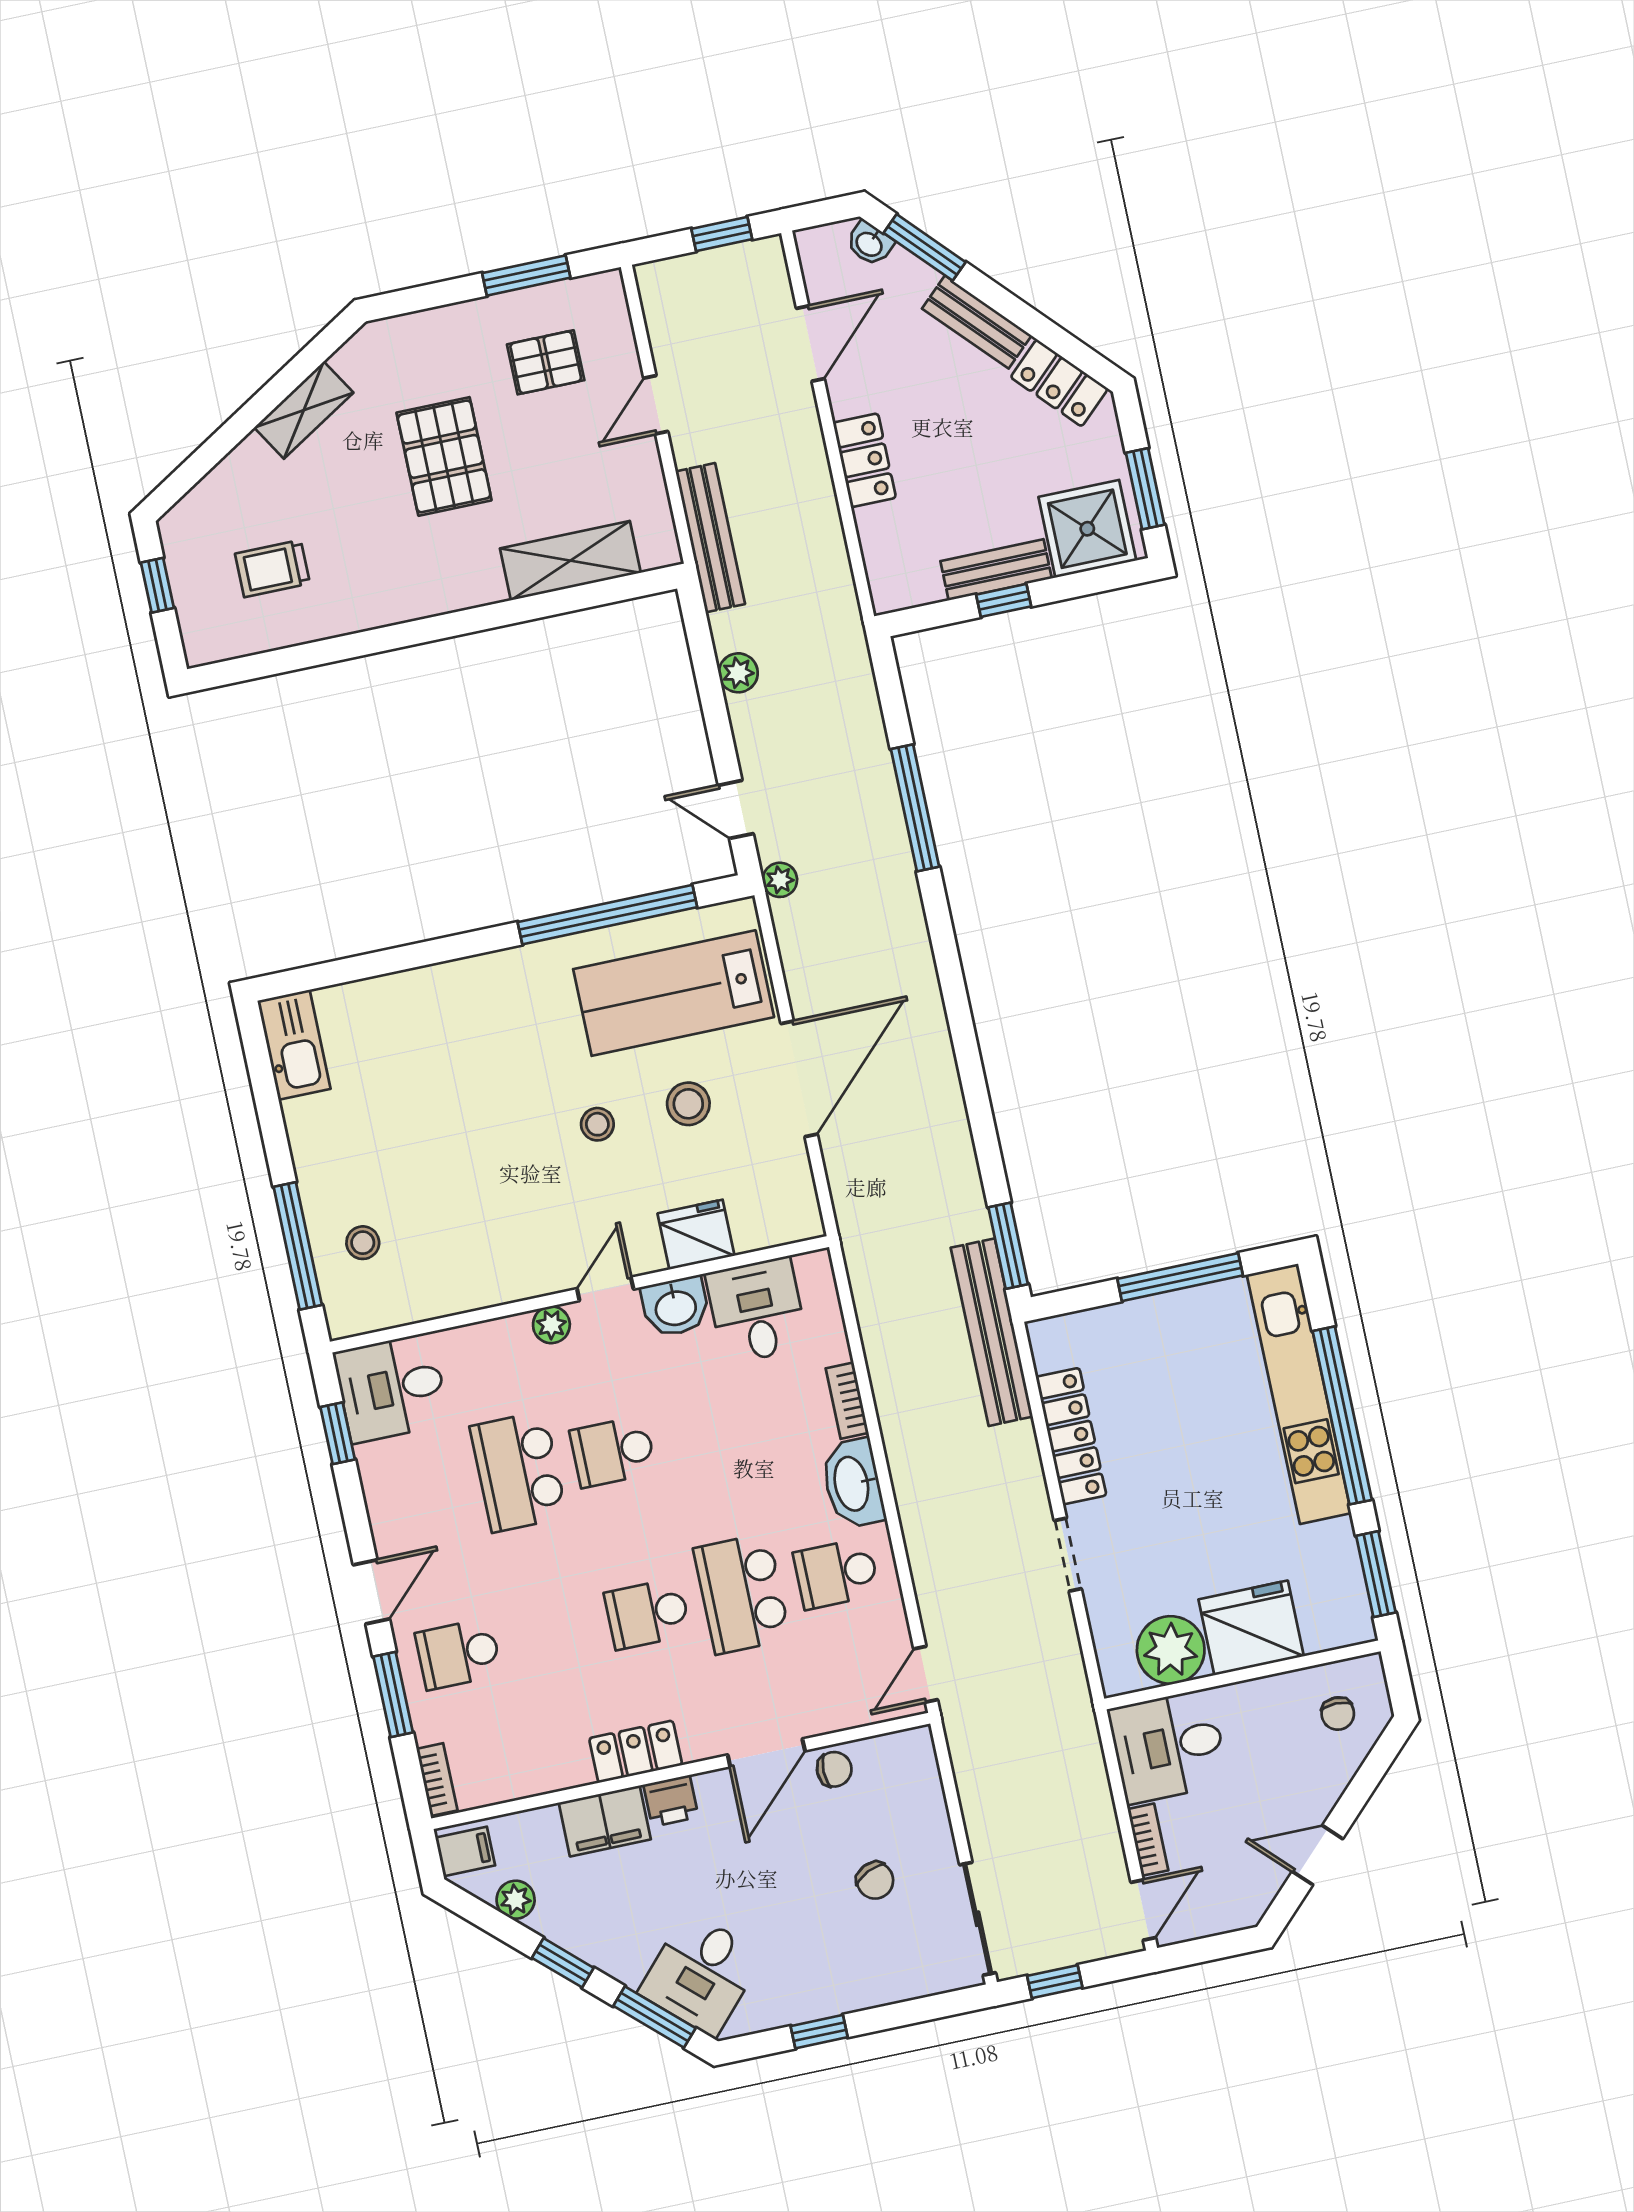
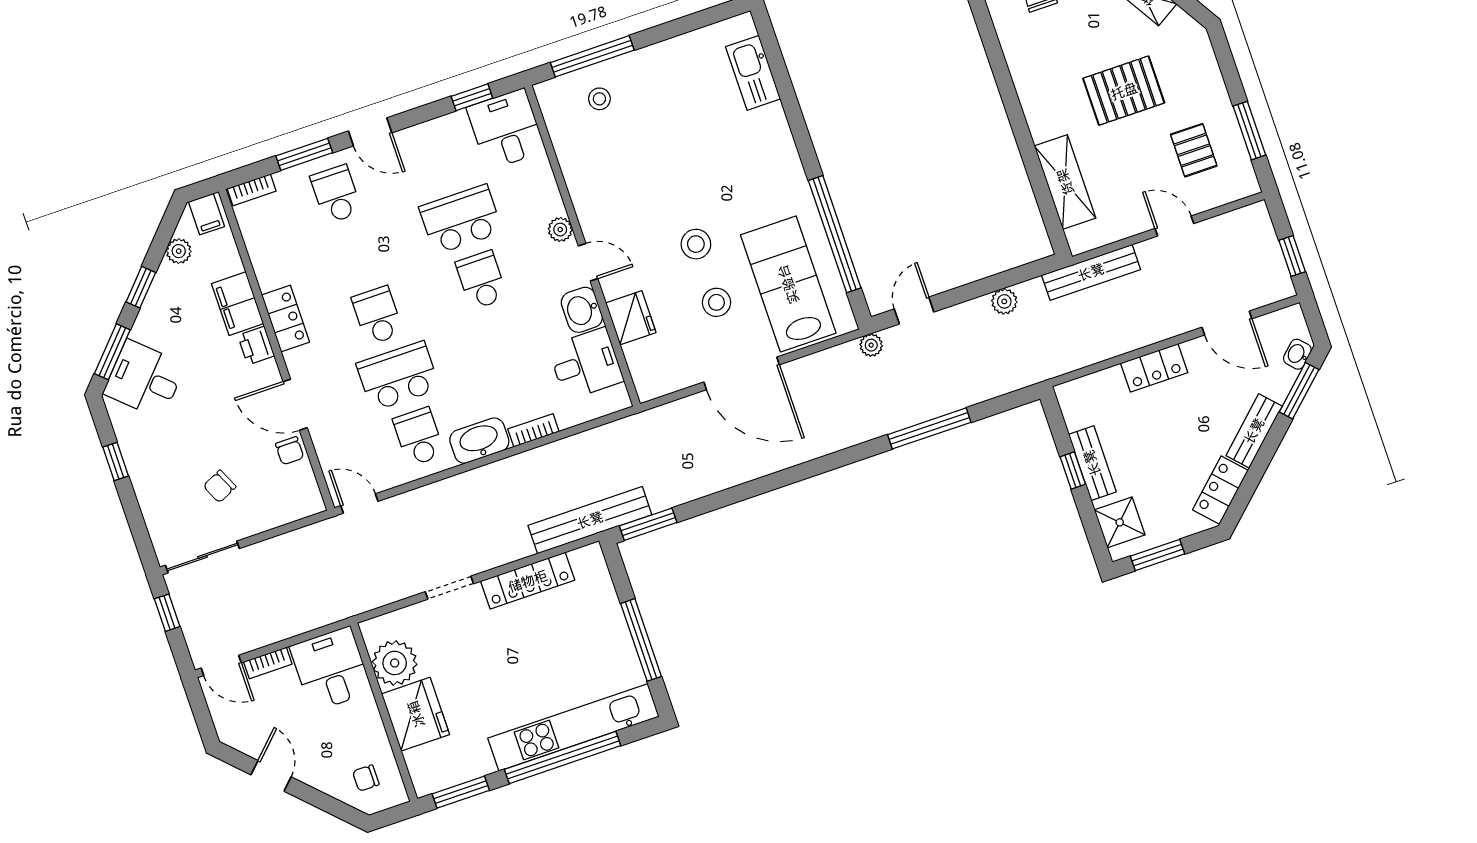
shower: (1087, 529) -> (1120, 522), width x0.73, depth x0.73
kitchen sink: (294, 1045) -> (753, 73), moved, turned 90
stool: (597, 1124) -> (696, 244), width x1.37, depth x1.37

